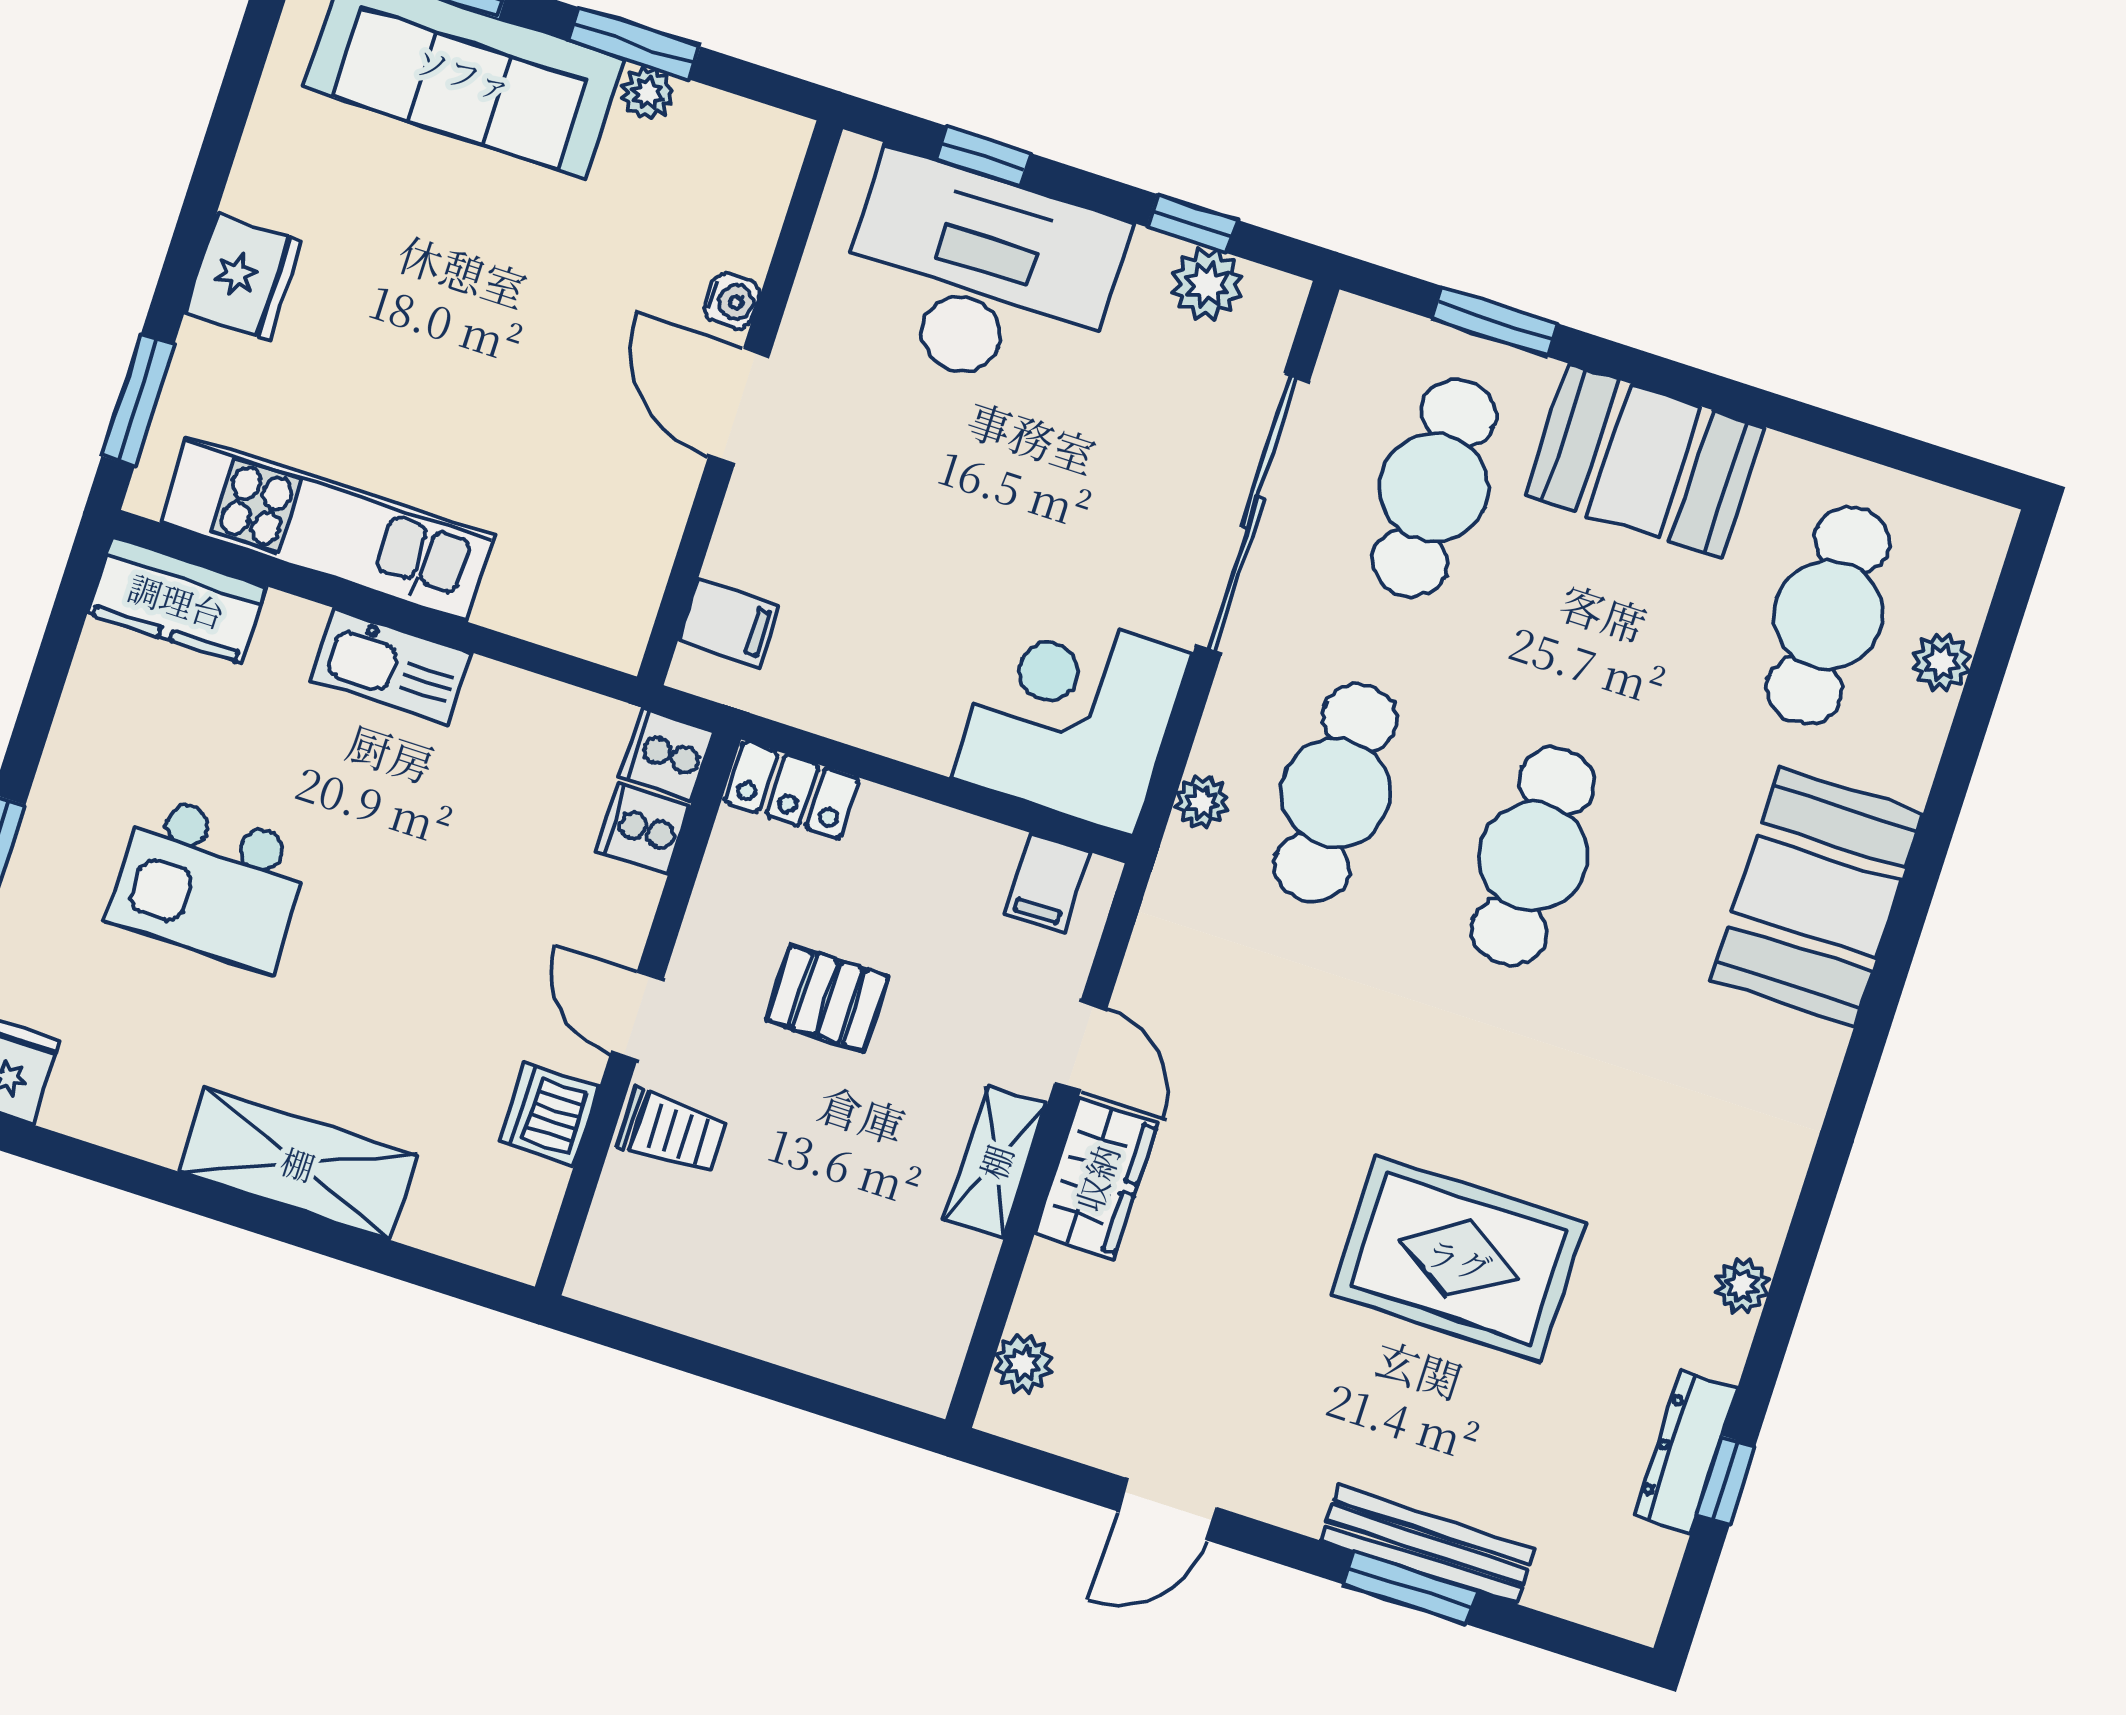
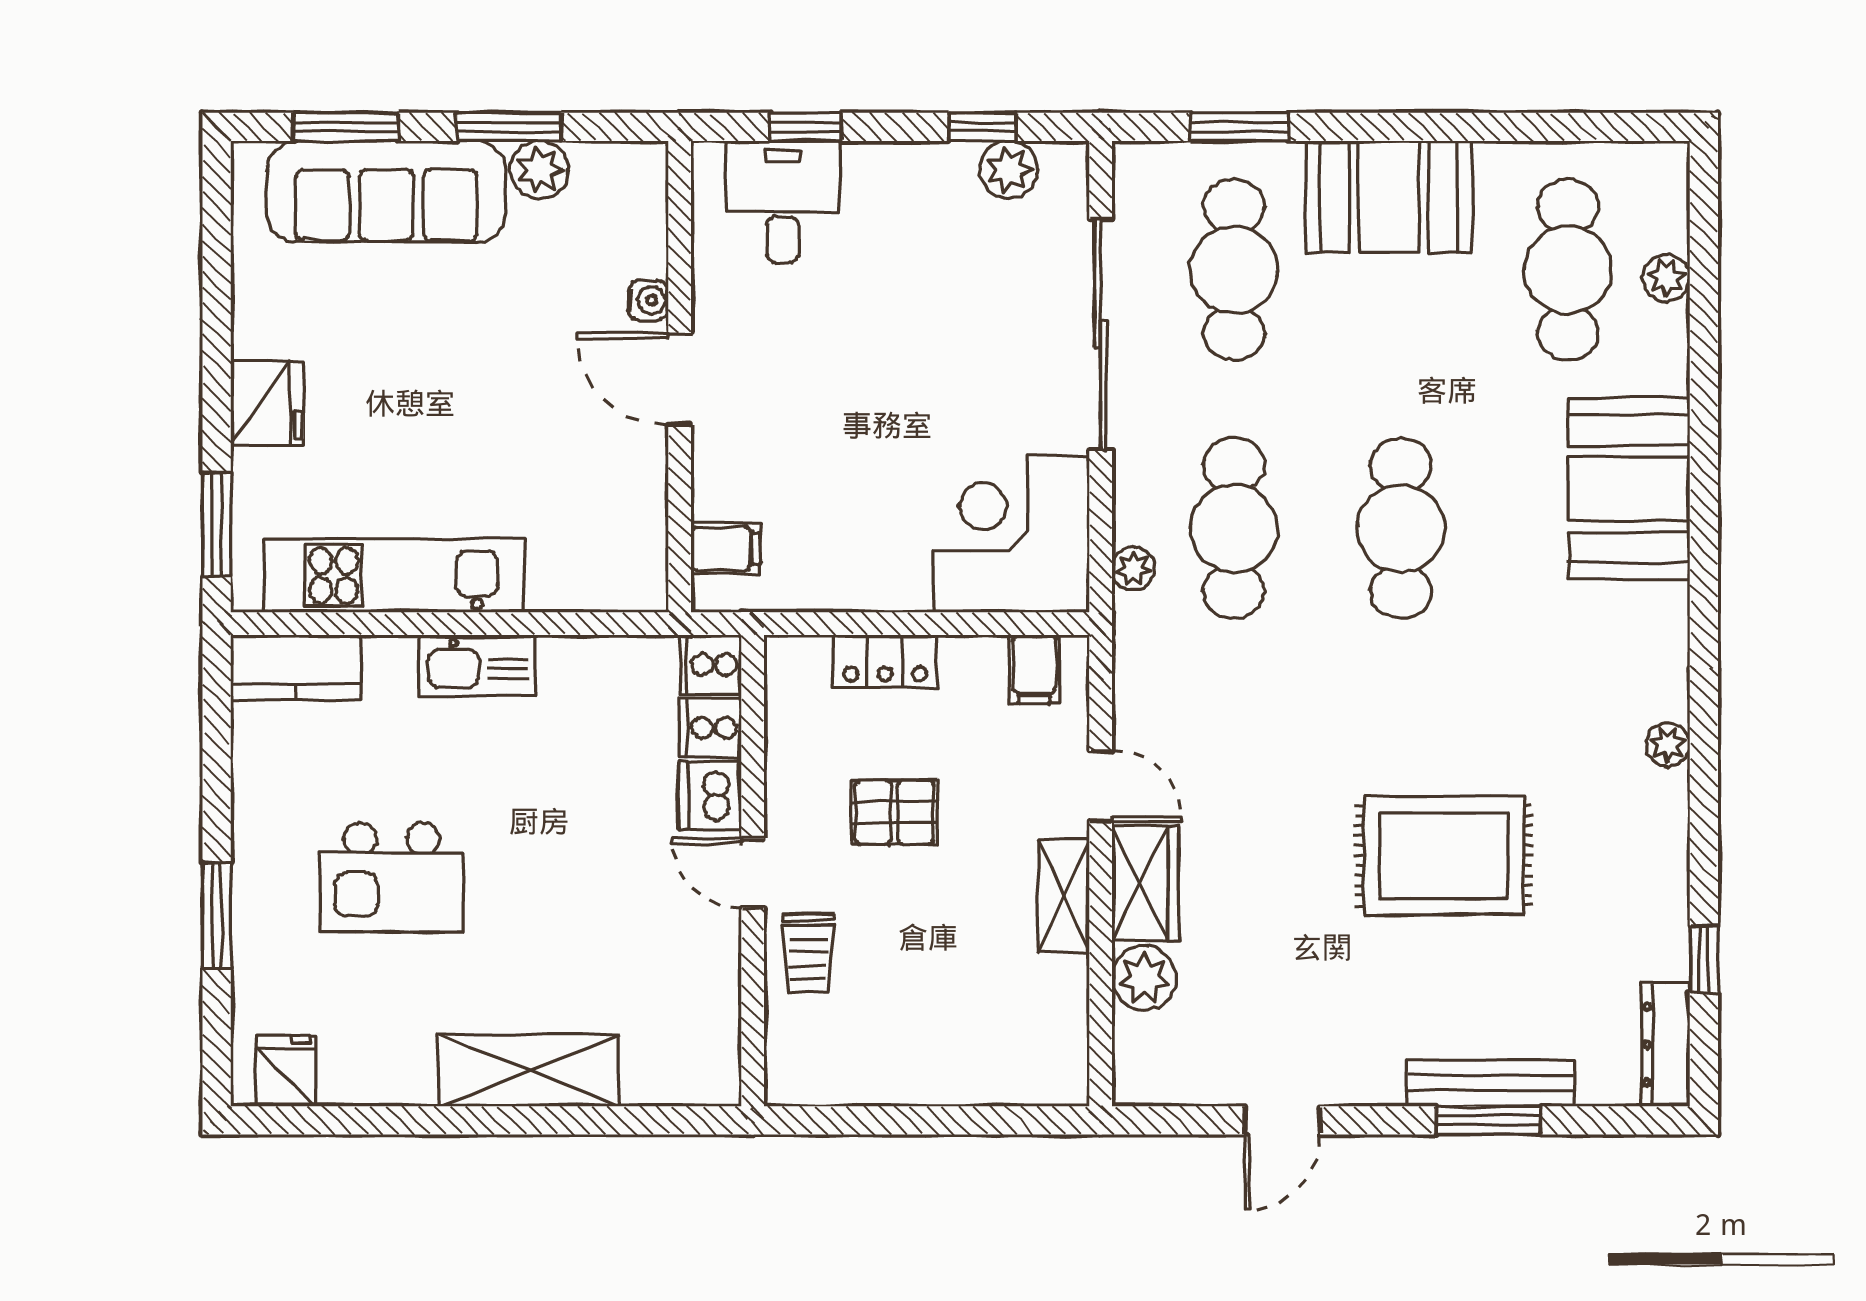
plant: (647, 93) -> (540, 170), width x1.38, depth x1.38
desk: (980, 276) -> (783, 202), width x0.53, depth x0.77
locker: (792, 790) -> (885, 661), moved
dishwasher: (550, 1114) -> (710, 795), moved
trolley: (672, 1132) -> (808, 953), turned 90
plant: (1742, 1286) -> (1668, 745), moved
plant: (1023, 1364) -> (1144, 978), moved, width x1.38, depth x1.38
dresser: (1686, 1452) -> (1666, 1045), moved

